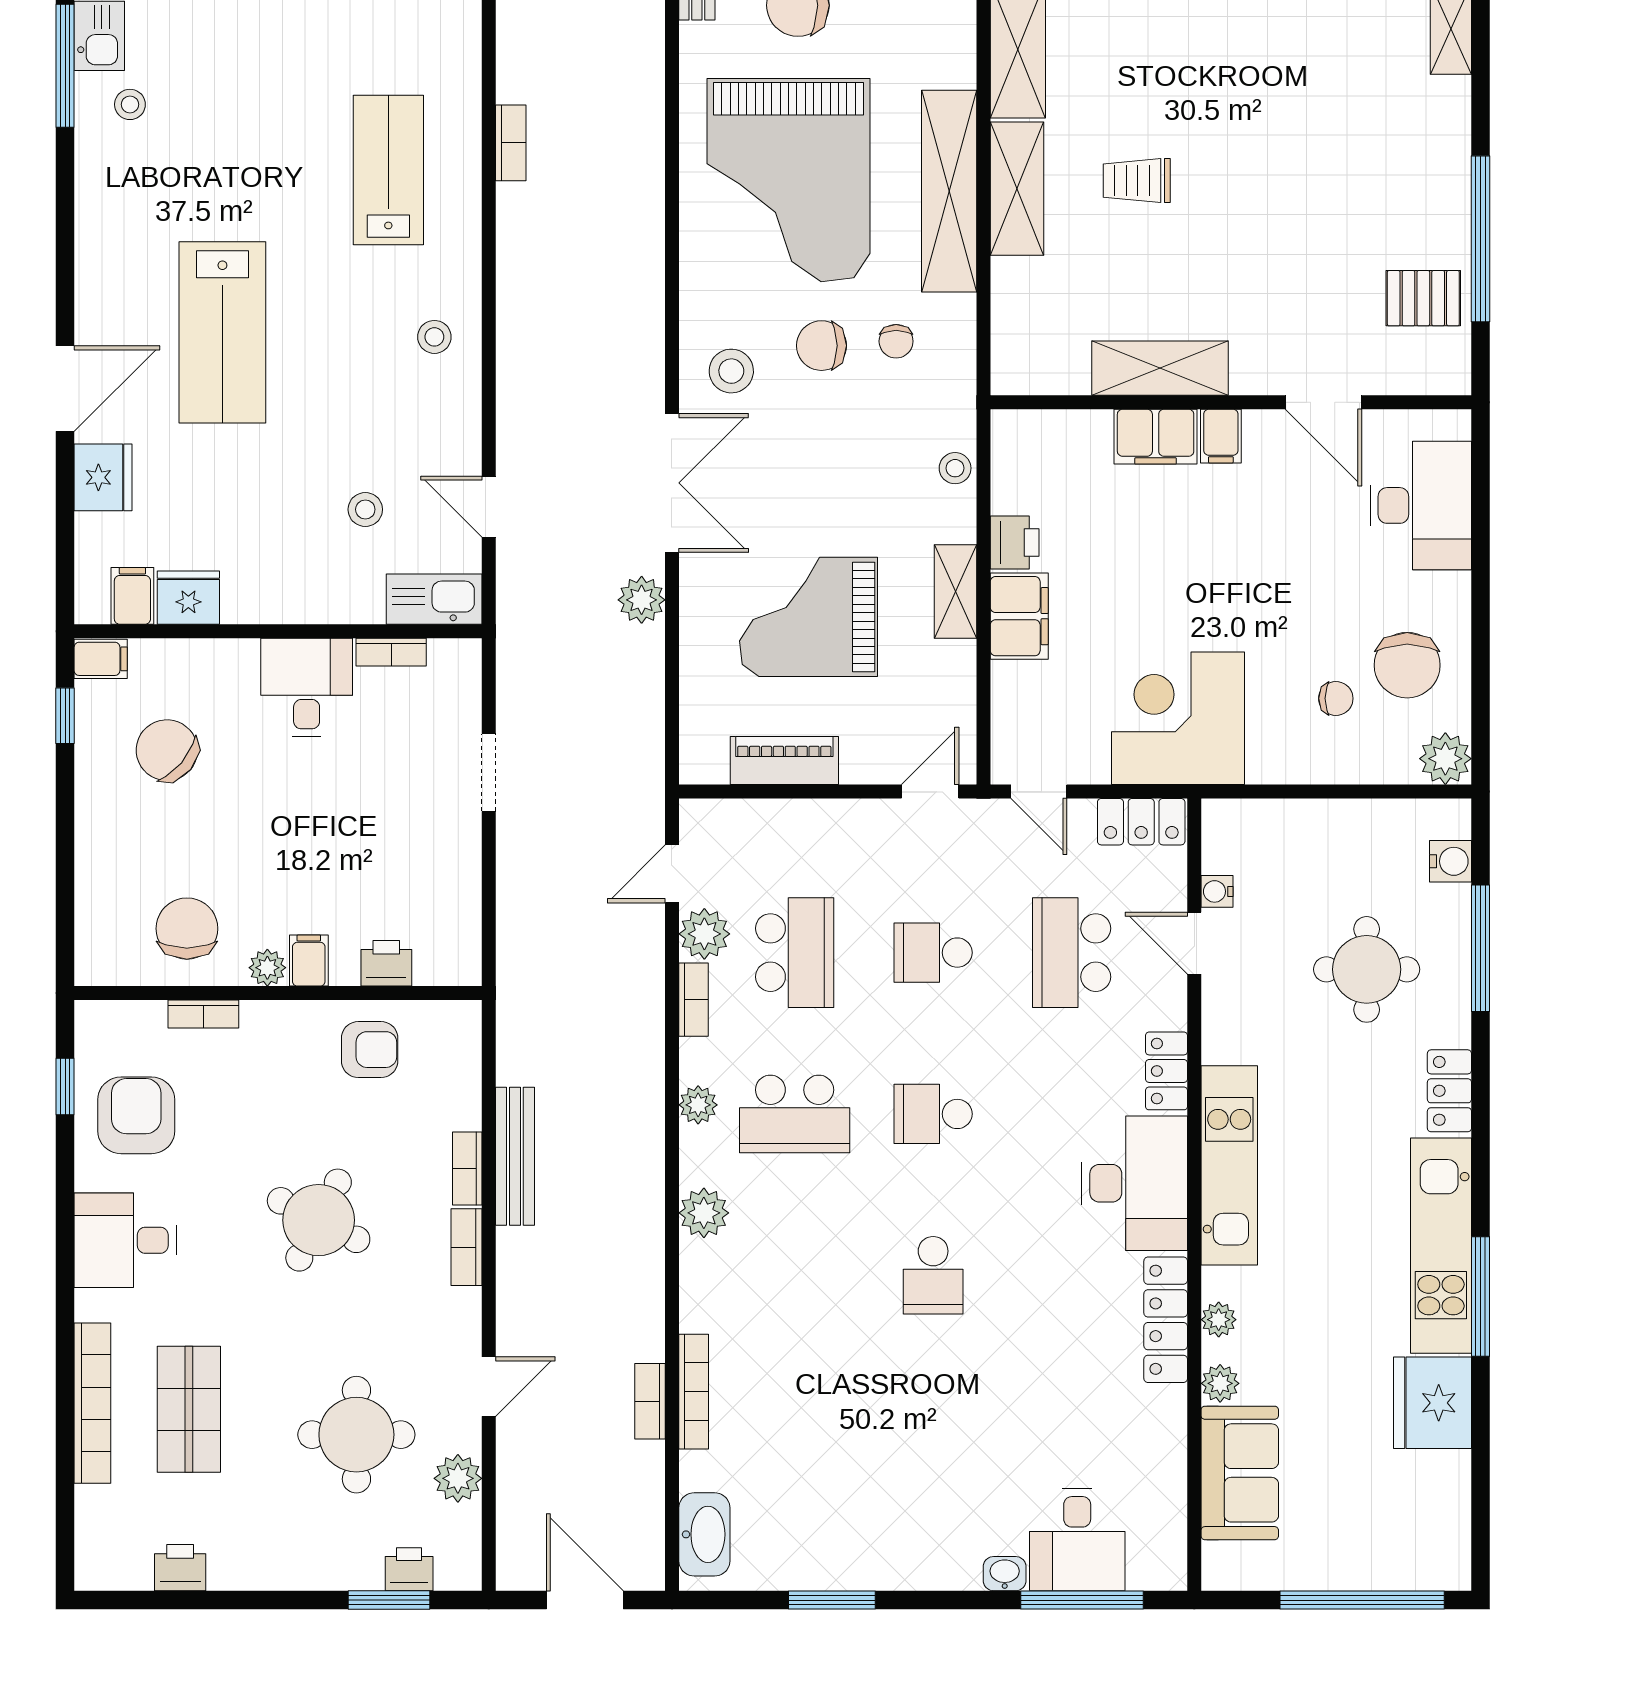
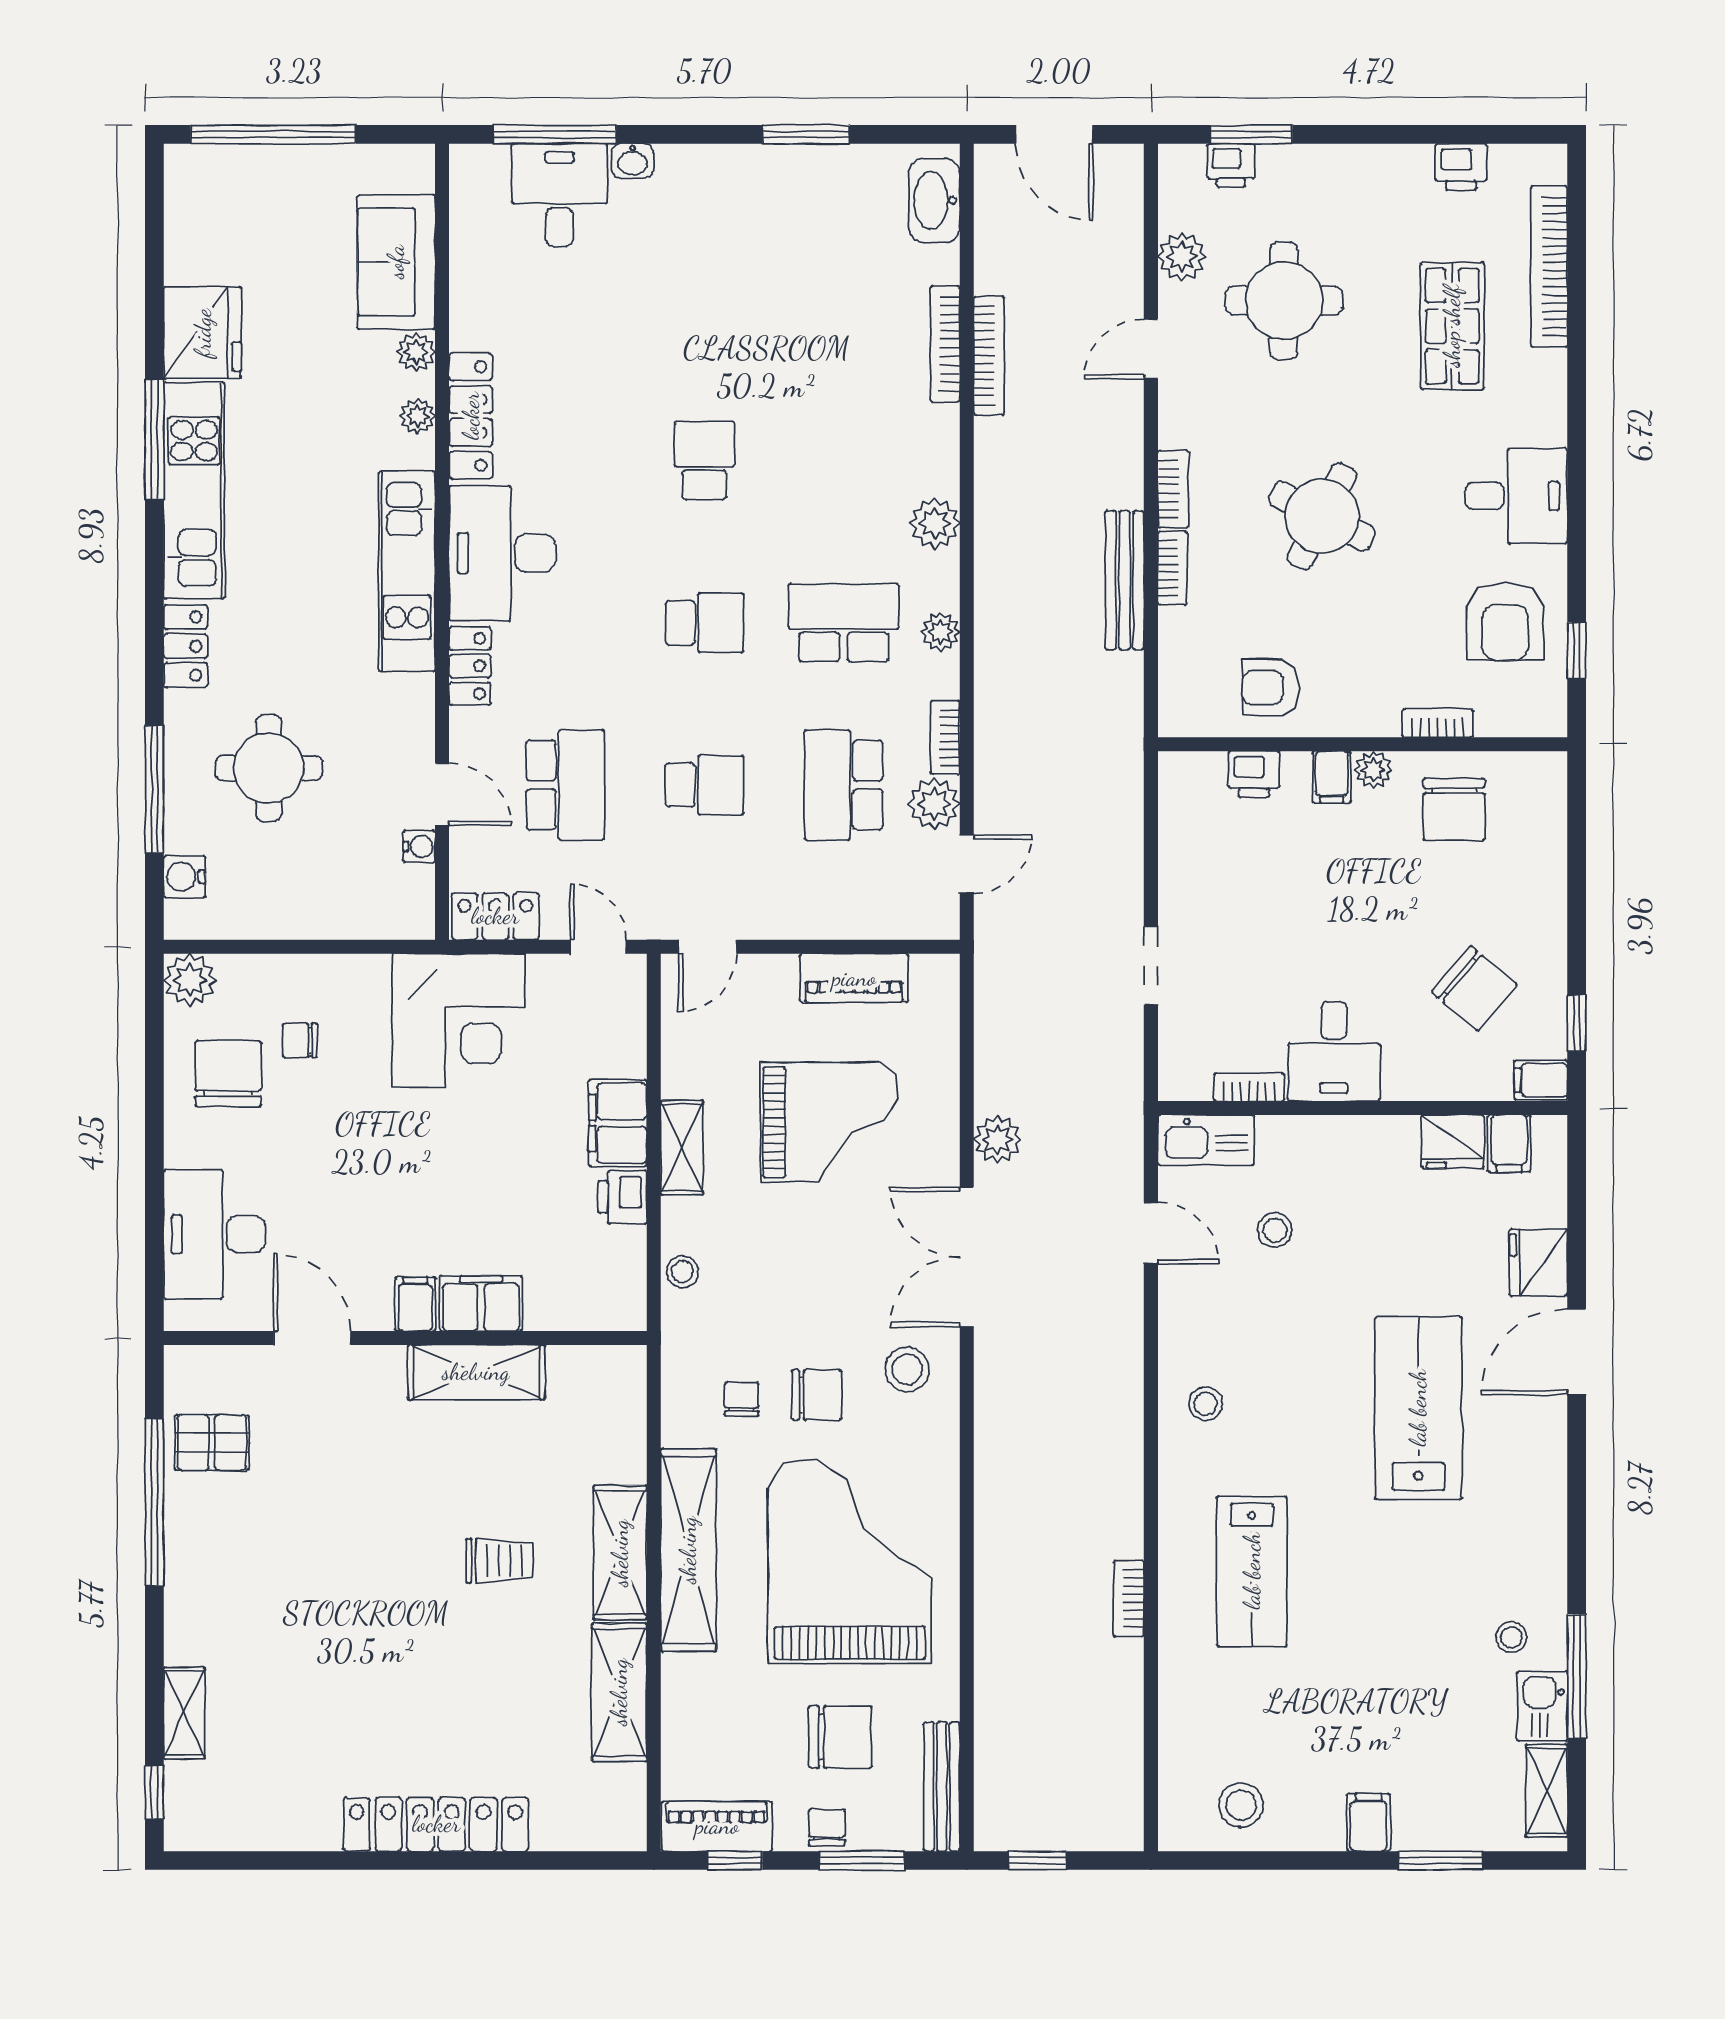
bookcase: (650, 1401) -> (989, 356), width x1.56
bookcase: (92, 1403) -> (1549, 266), moved

